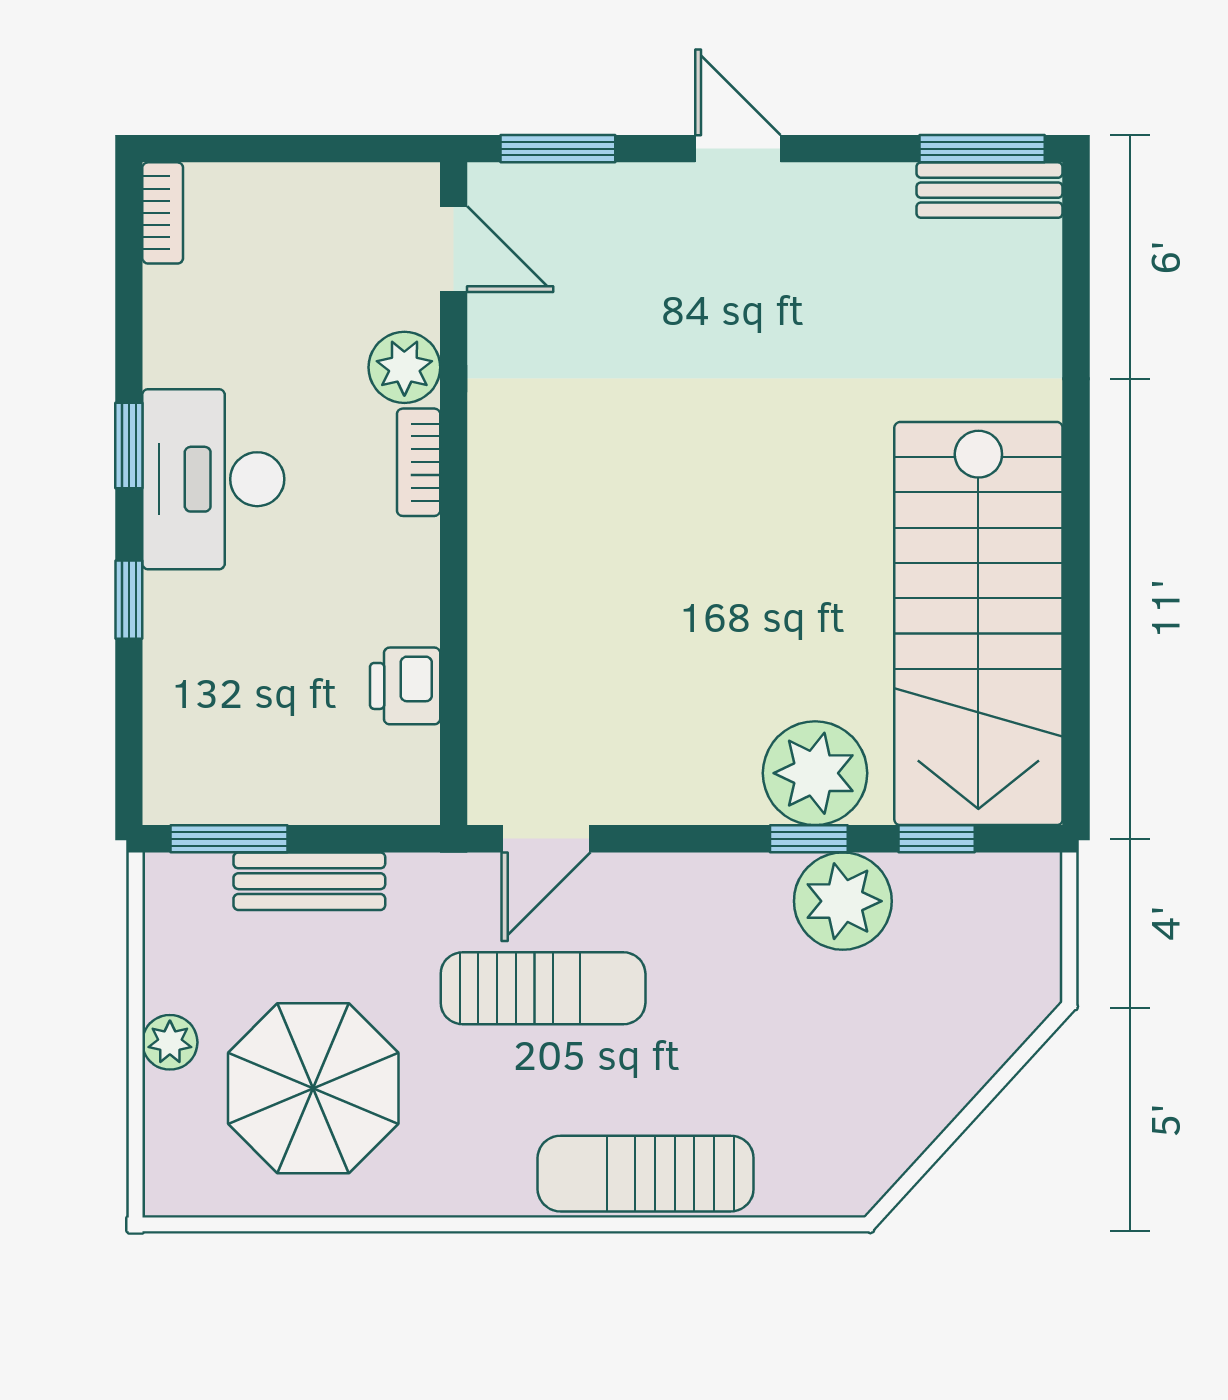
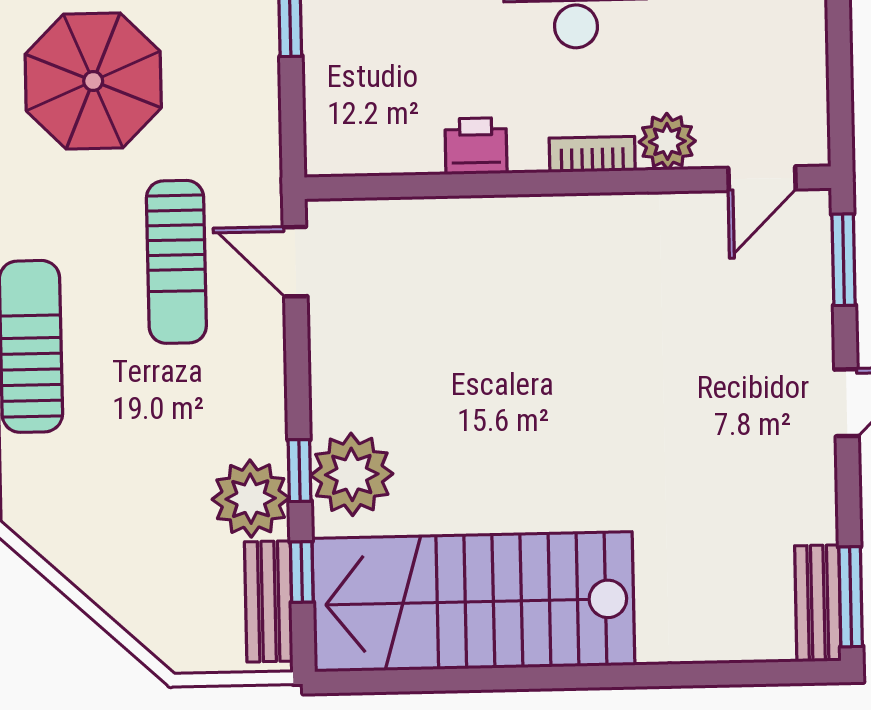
printer: (405, 686) -> (476, 146), moved
bench: (309, 881) -> (269, 601), moved

